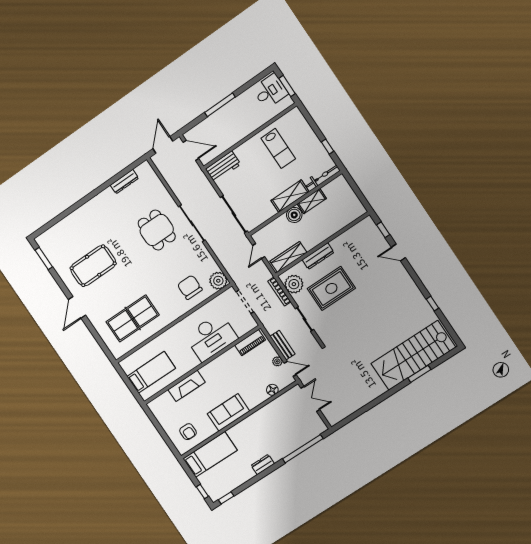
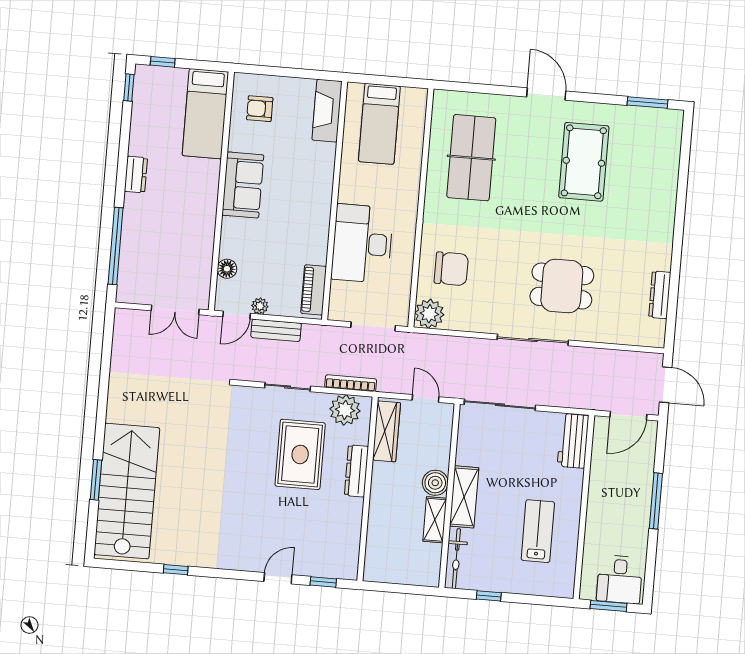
lab bench: (278, 148) -> (538, 531), turned 90
fireplace: (187, 386) -> (327, 111), moved

